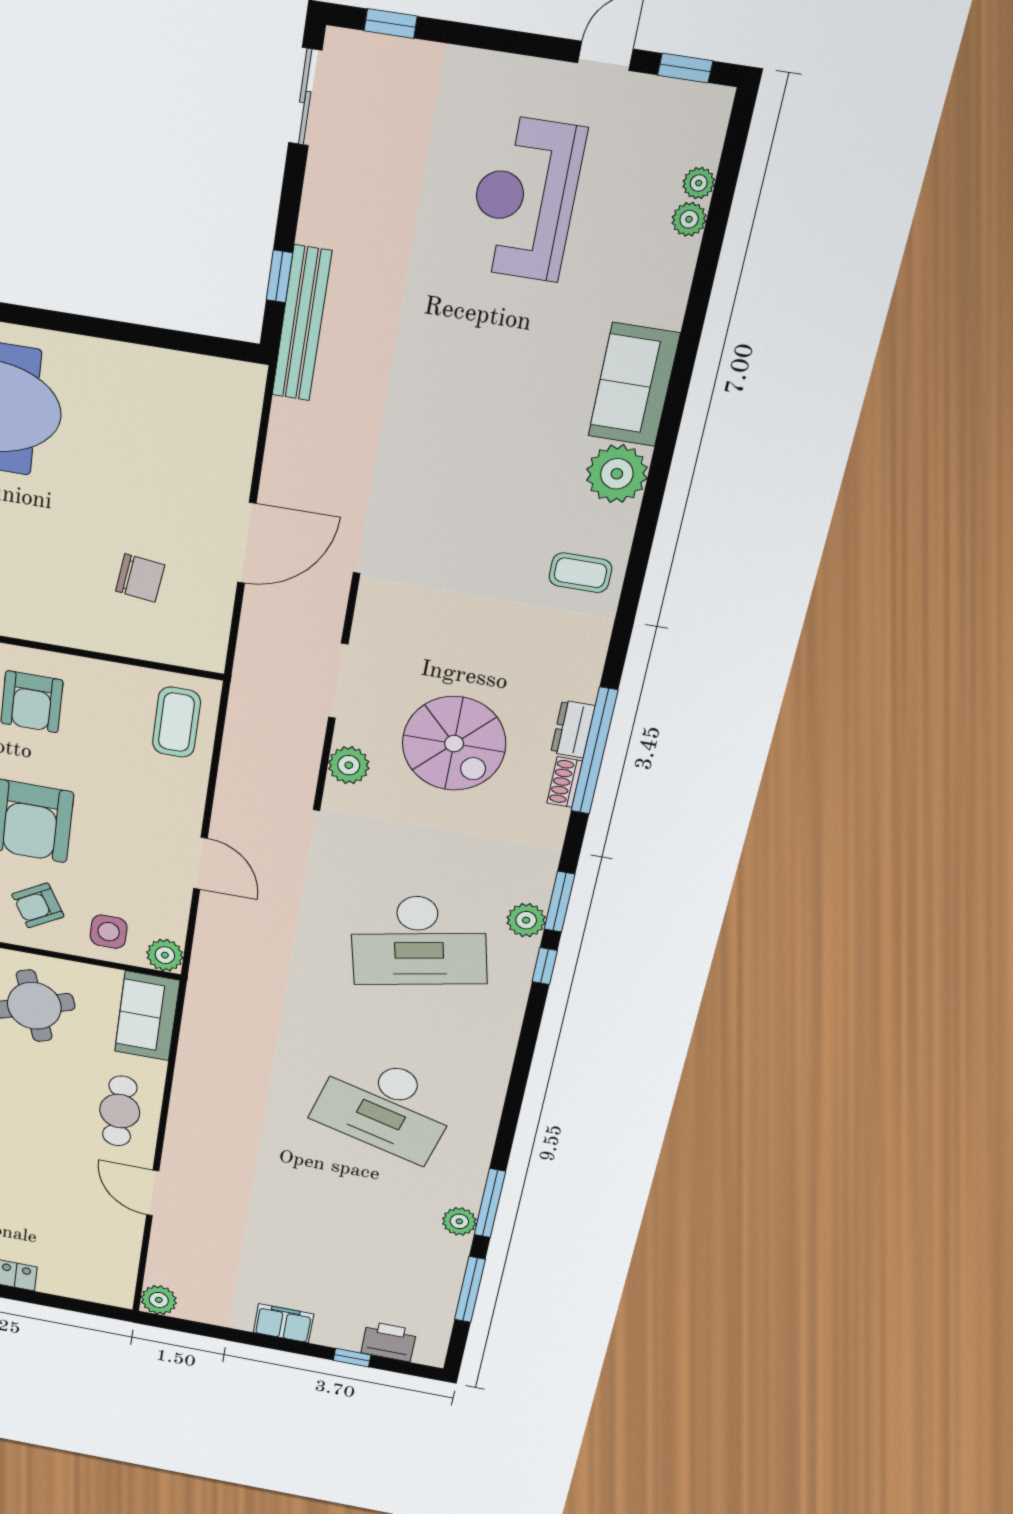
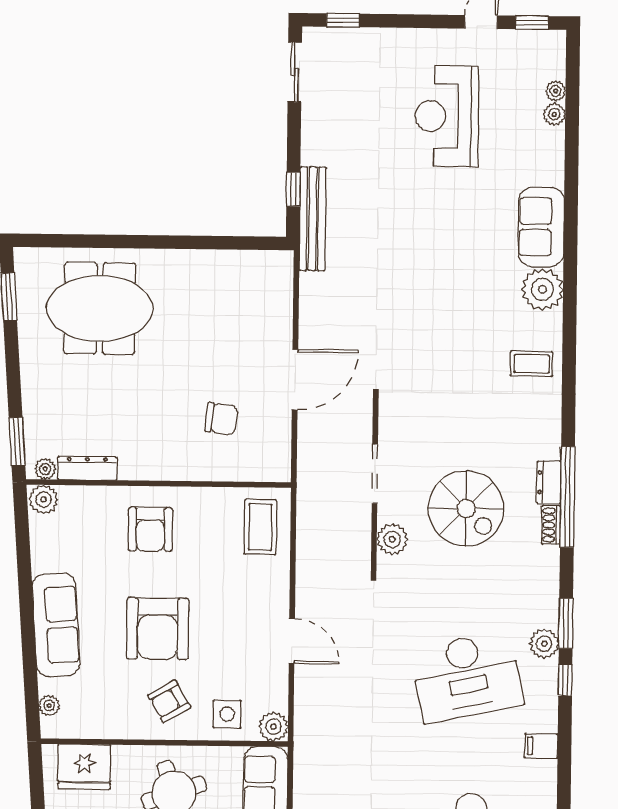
filing cabinet: (499, 1033) -> (541, 746), added

